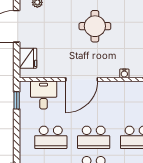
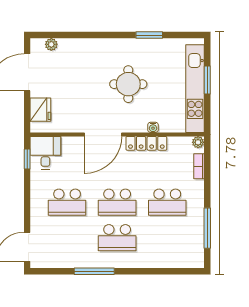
round table: (95, 26) -> (128, 84), moved
locker: (119, 87) -> (146, 143), added
desk: (44, 95) -> (45, 153), moved

